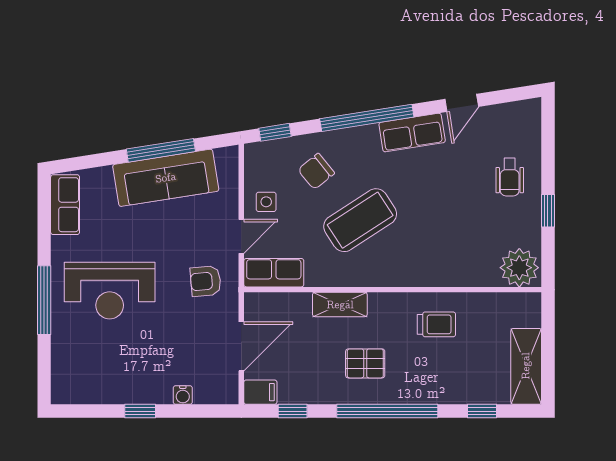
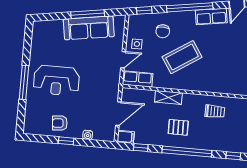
chair: (316, 171) -> (163, 31), turned -51
row of seats: (65, 205) -> (38, 37), removed
armchair: (206, 281) -> (60, 123), moved

